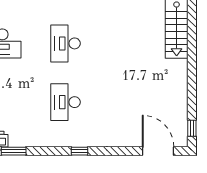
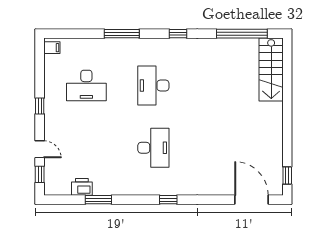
desk: (66, 102) -> (153, 148), turned 180

